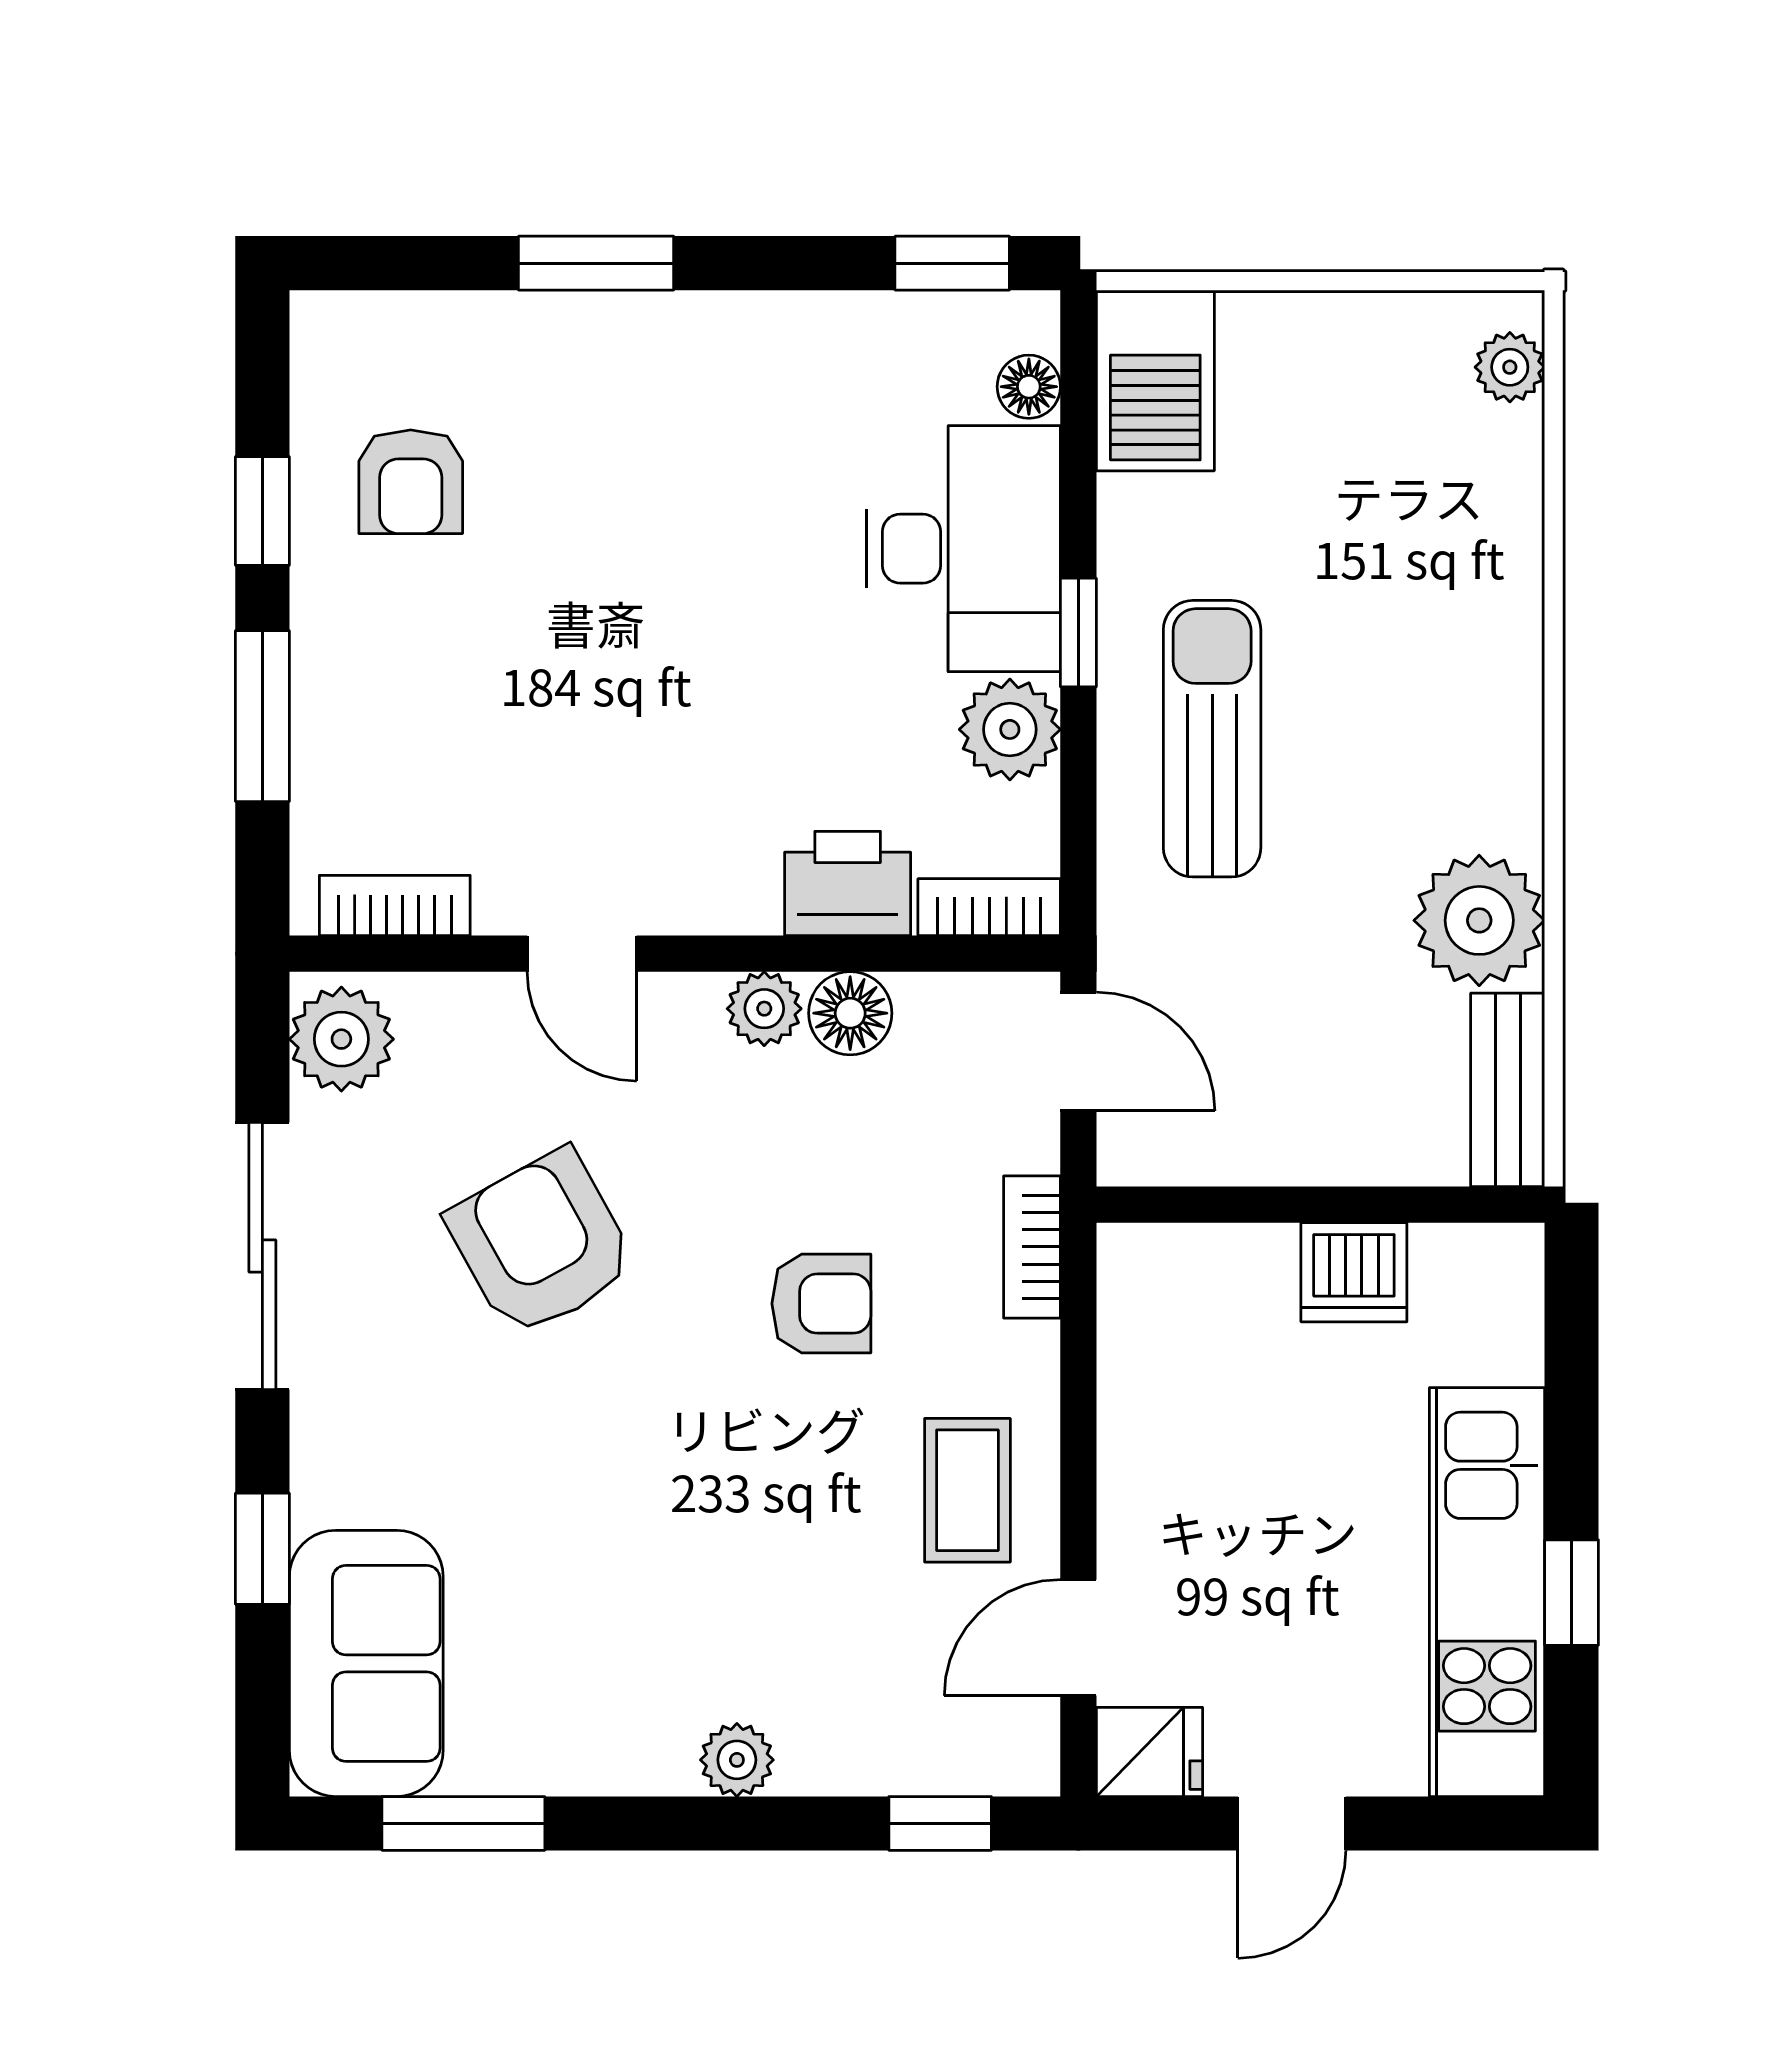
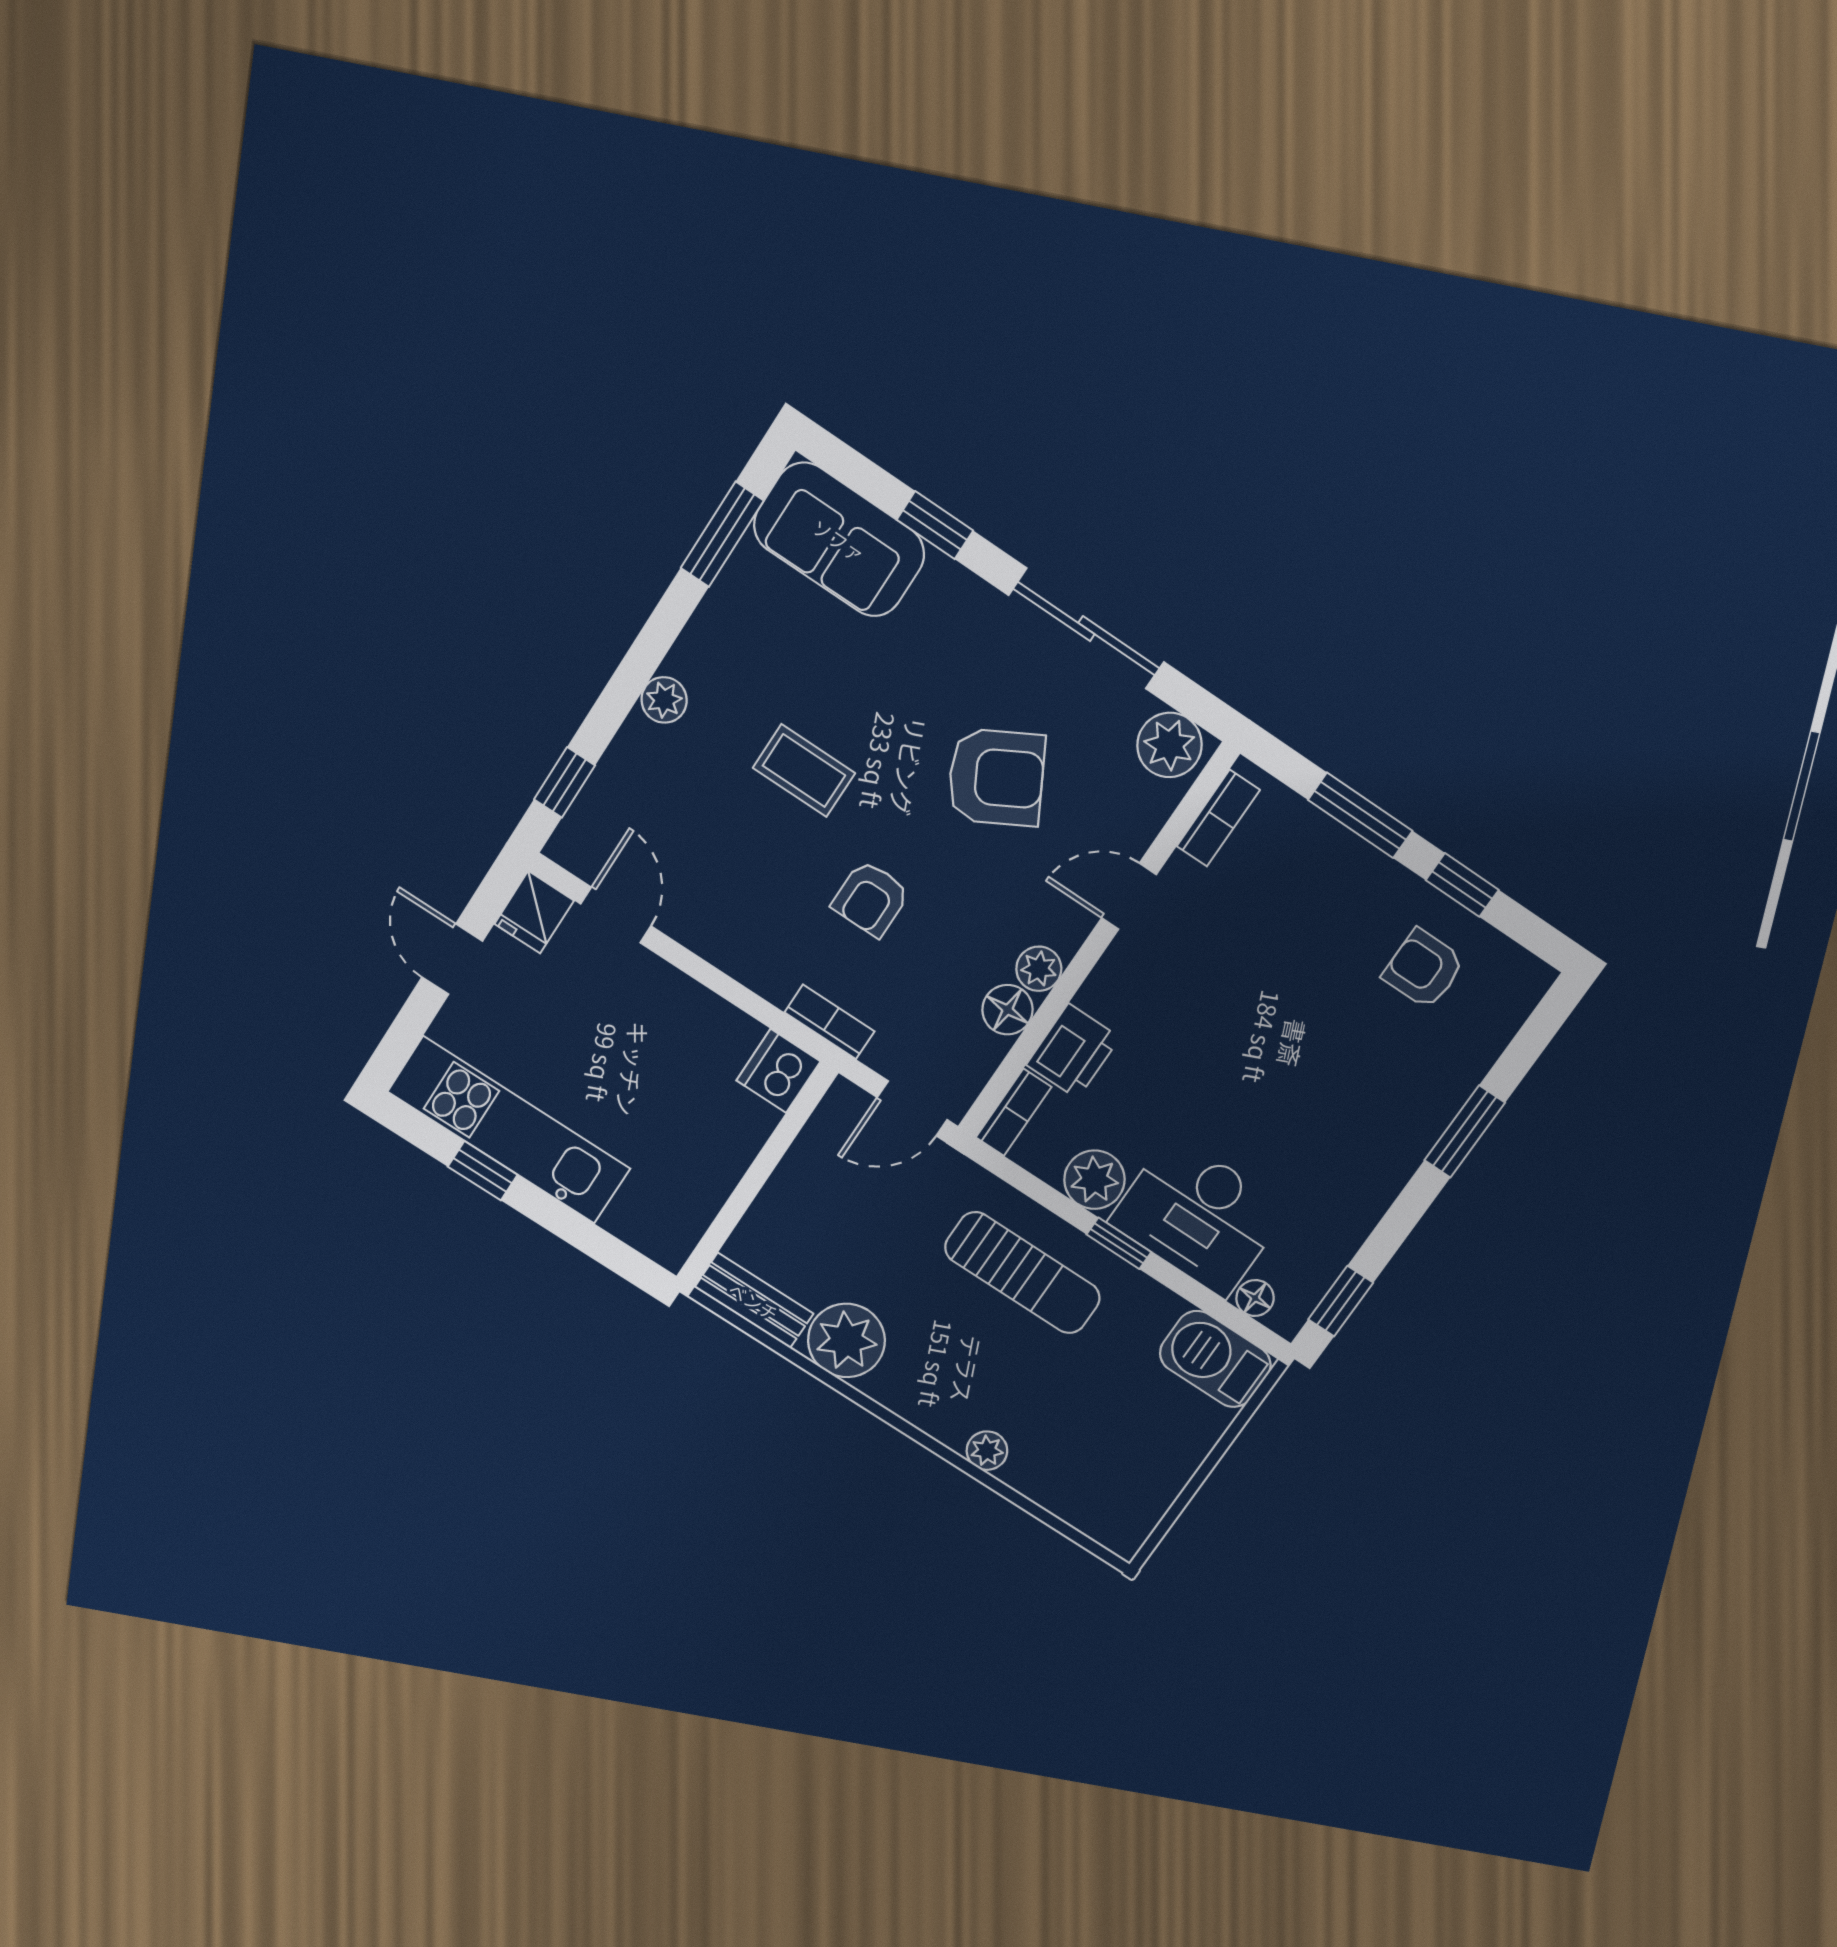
plant: (1510, 367) -> (987, 1451), moved
dishwasher: (1354, 1272) -> (778, 1071), moved
coffee table: (967, 1490) -> (804, 771), moved

